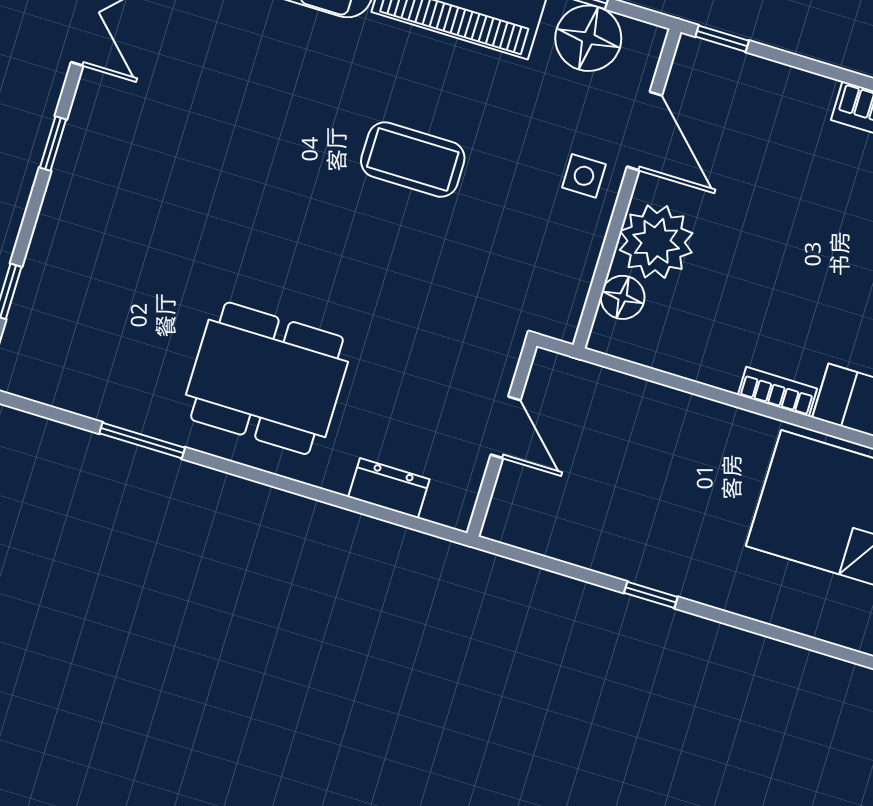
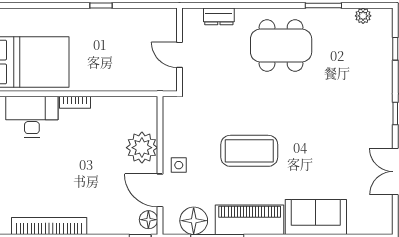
coffee table: (413, 160) -> (249, 151), width x1.36, depth x1.32
floor lamp: (623, 297) -> (148, 220), moved
plant: (59, 389) -> (363, 16), added

